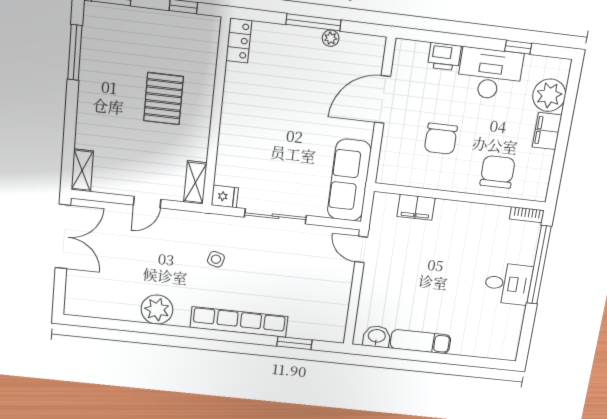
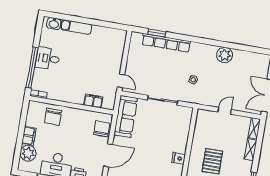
chair: (441, 139) -> (102, 129), moved
shelving: (195, 183) -> (251, 150), moved
fridge: (225, 196) -> (179, 158), moved
row of seats: (239, 322) -> (166, 43), moved
washbasin: (377, 336) -> (54, 24), moved
exam couch: (420, 342) -> (76, 27), moved

